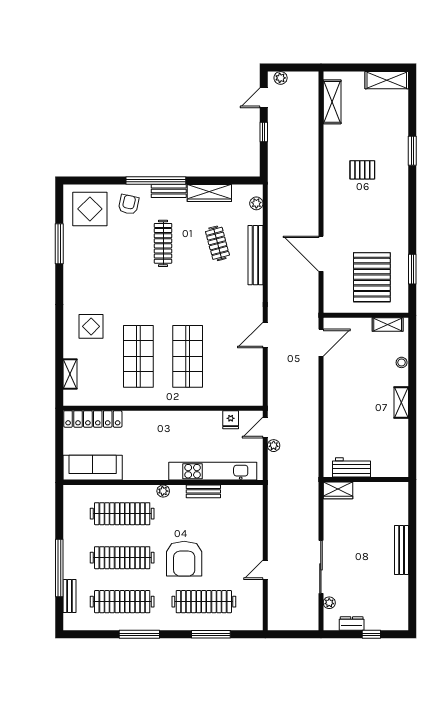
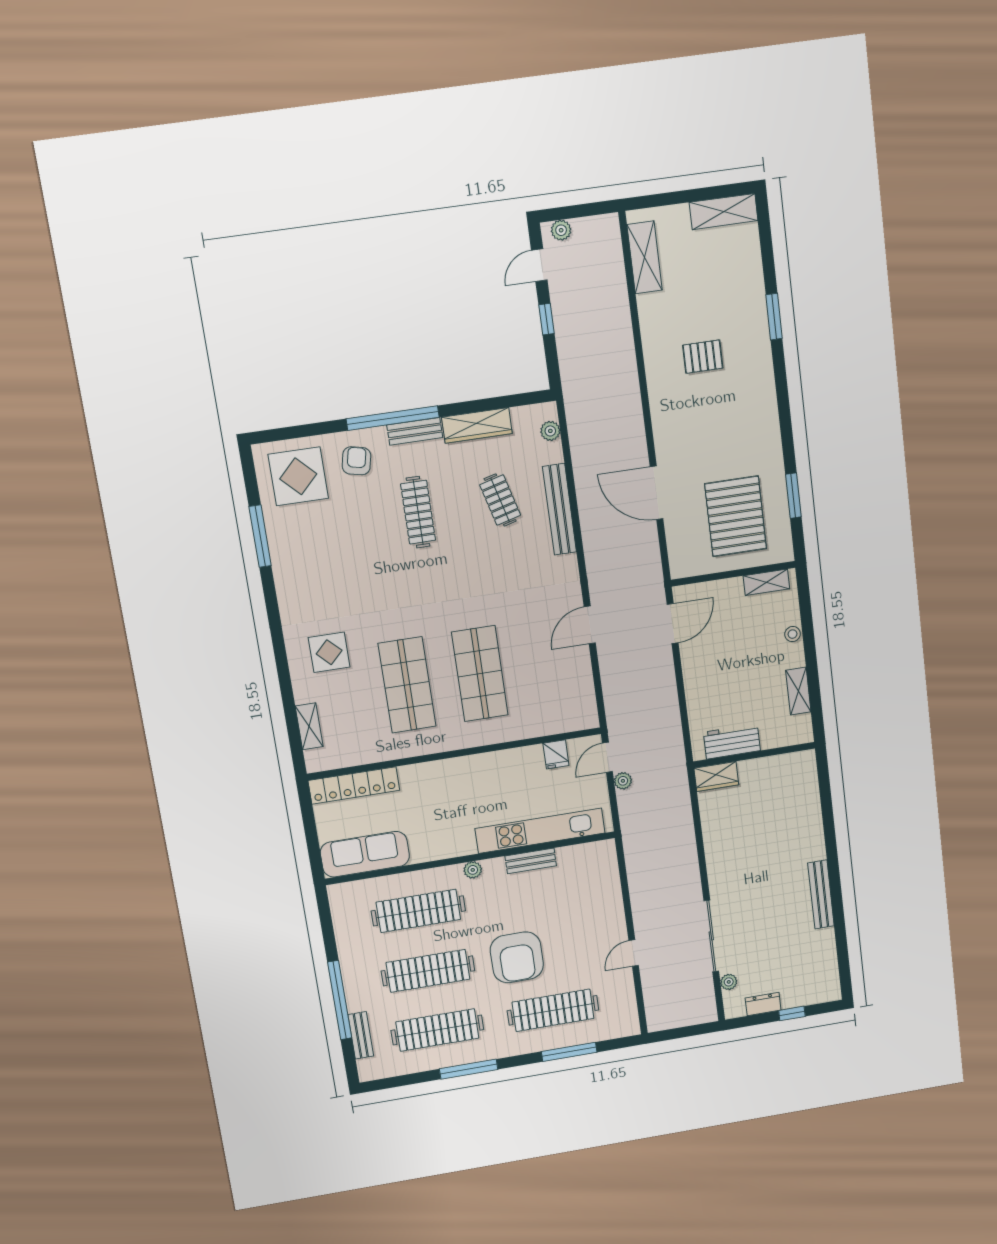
workbench: (352, 467) -> (732, 741), moved
wall: (366, 479) -> (754, 755), moved
wardrobe: (338, 490) -> (716, 777), moved

